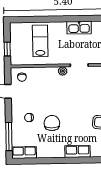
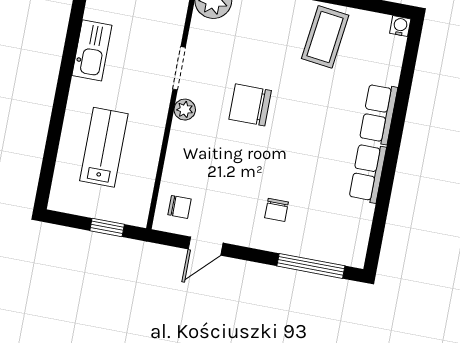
lab bench: (40, 41) -> (104, 147), turned 90
chair: (52, 123) -> (250, 105), moved
row of seats: (24, 152) -> (368, 173), moved

